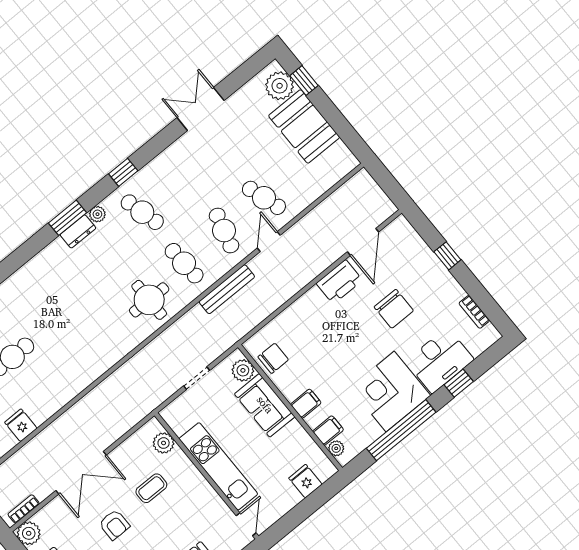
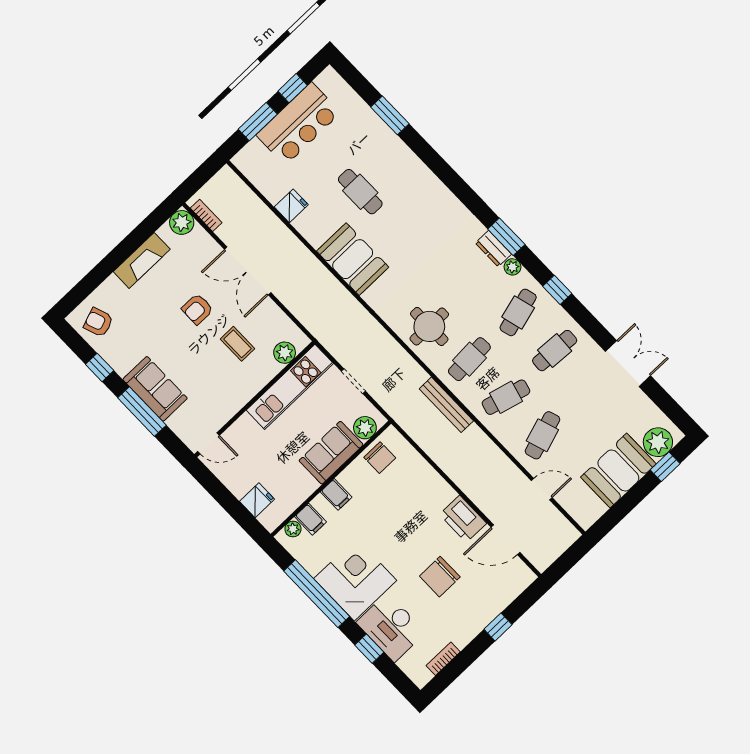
cafe table: (182, 179) -> (555, 351), added
door: (269, 242) -> (542, 489), moved
booth: (78, 369) -> (353, 259), added
kitchen unit: (218, 466) -> (290, 387), moved

